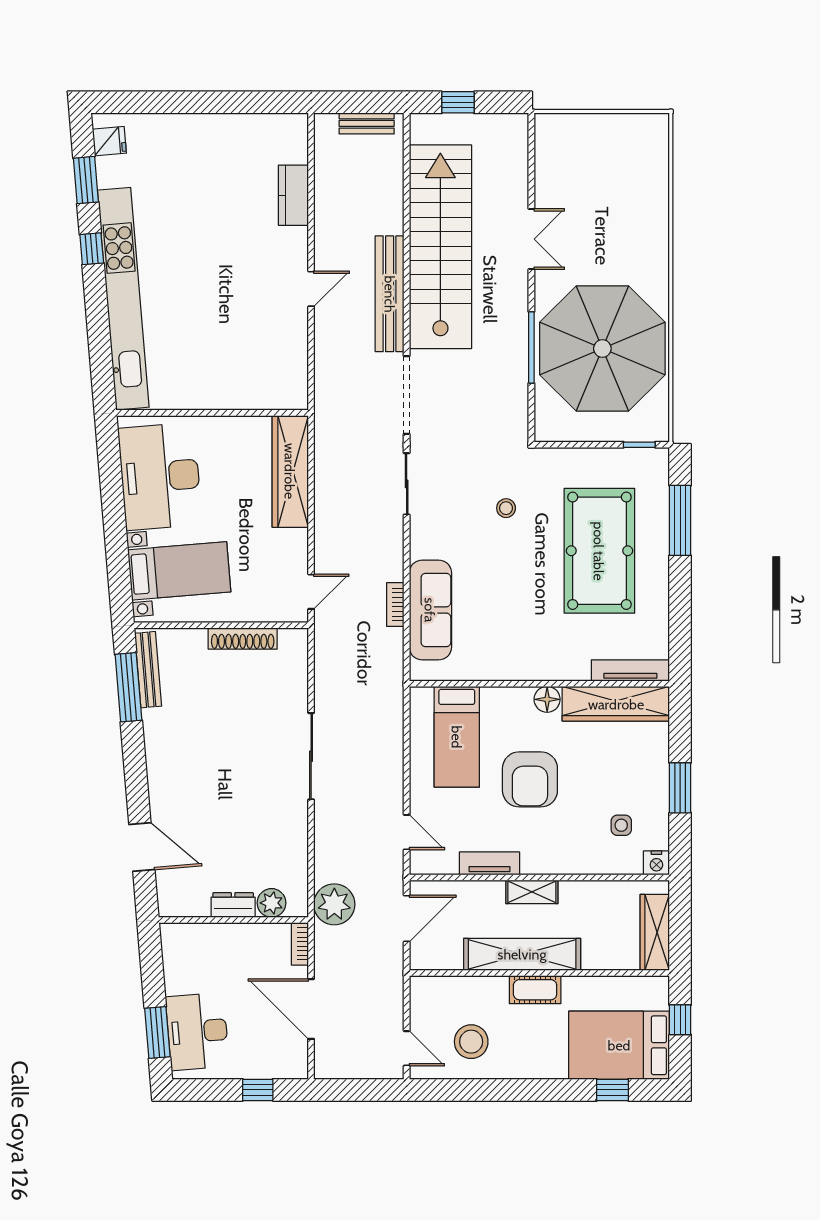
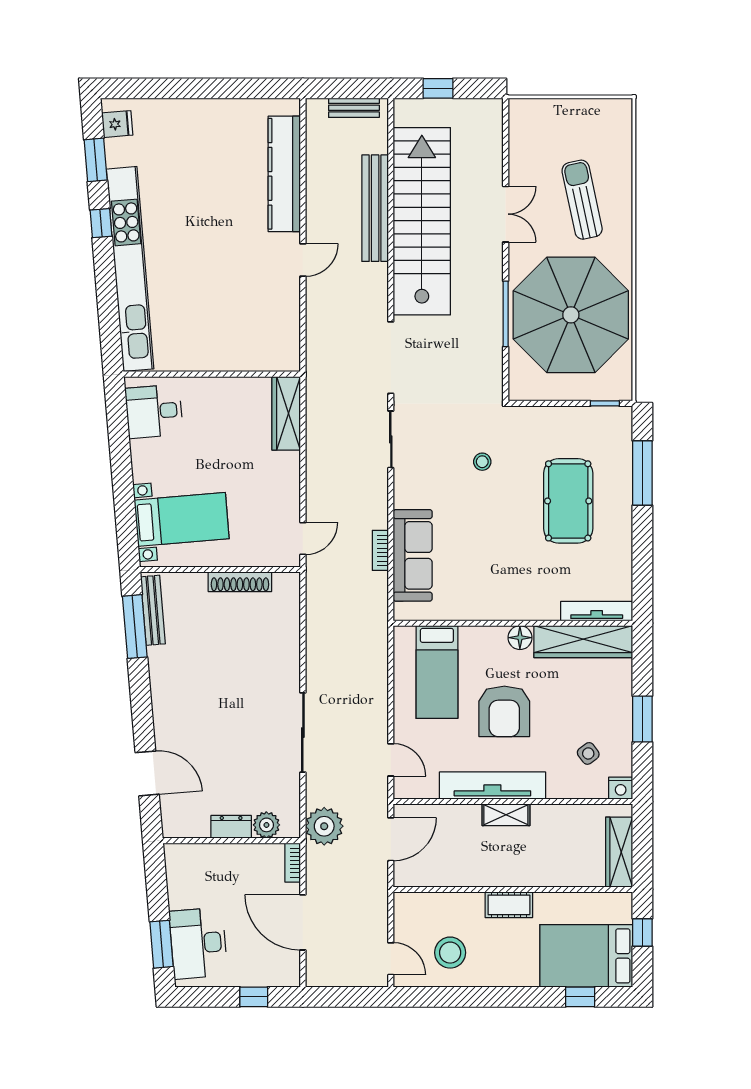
kitchen counter: (293, 195) -> (284, 174), width x2.08, depth x1.17
sun lounger: (615, 223) -> (582, 200), added
bench: (390, 294) -> (375, 208), moved
wardrobe: (290, 471) -> (286, 413), width x0.71, depth x0.85
desk: (160, 476) -> (154, 411), width x0.53, depth x0.77
pool table: (599, 551) -> (568, 501), width x0.73, depth x0.76
sliding door: (311, 756) -> (303, 733), moved
side table: (621, 825) -> (588, 753), turned -37
tv unit: (490, 863) -> (492, 786), width x1.92, depth x1.29
shelving: (522, 954) -> (497, 872), removed

